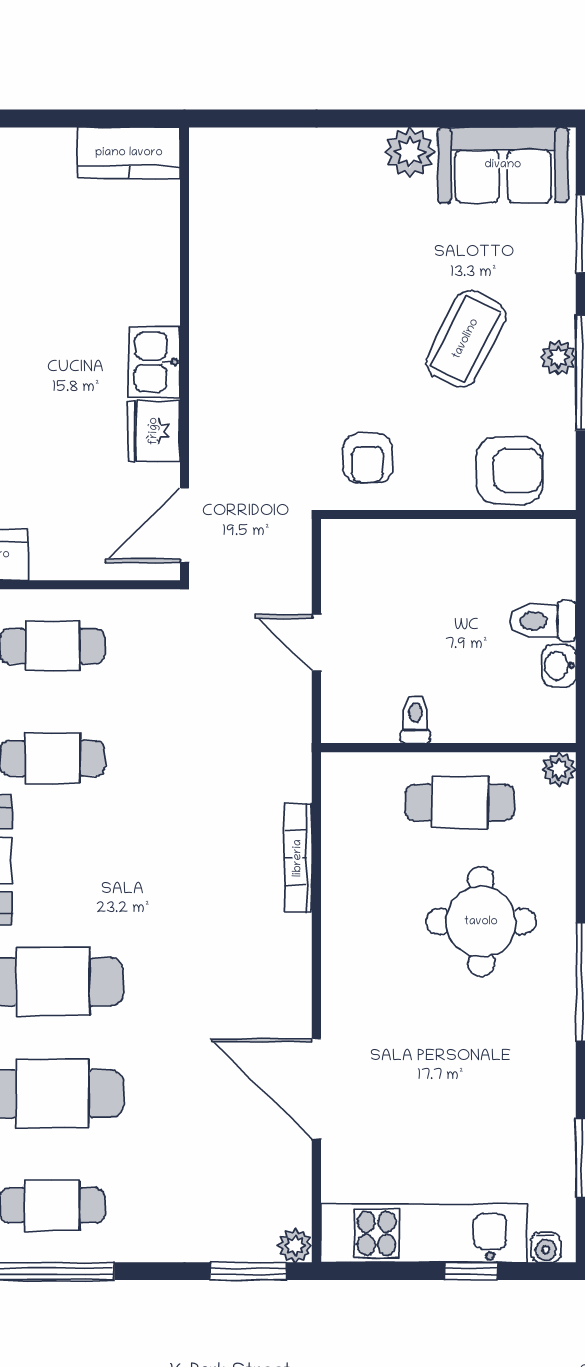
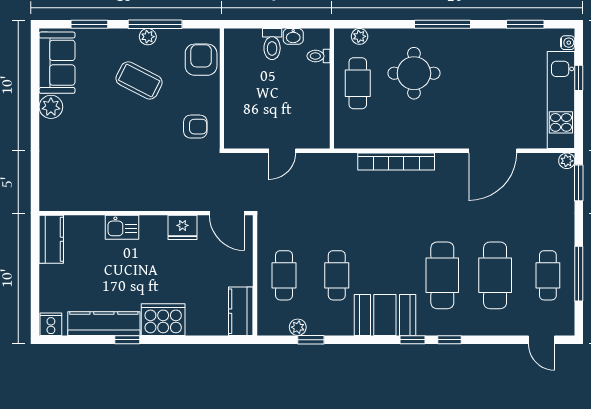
kitchen sink: (154, 362) -> (122, 227), moved
toilet: (415, 719) -> (318, 56), moved
plant: (559, 769) -> (360, 36), moved
bookcase: (298, 858) -> (396, 162), width x1.48, depth x1.31

